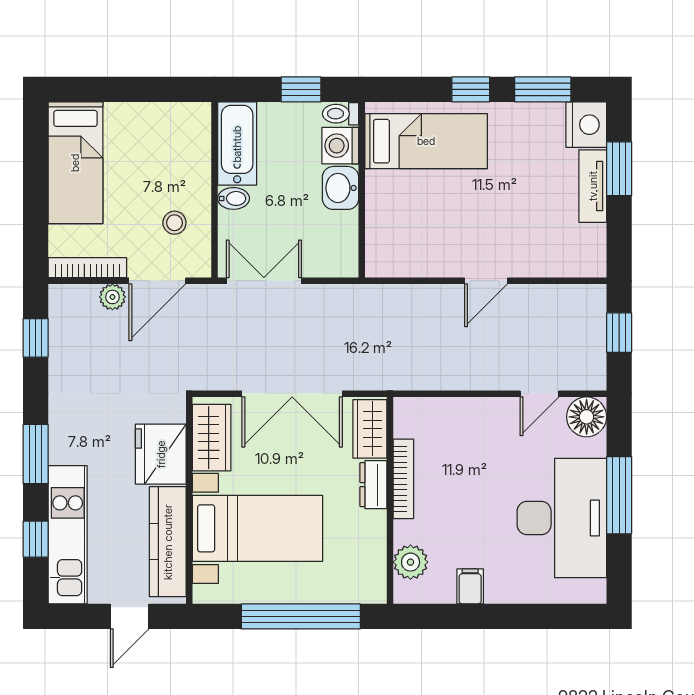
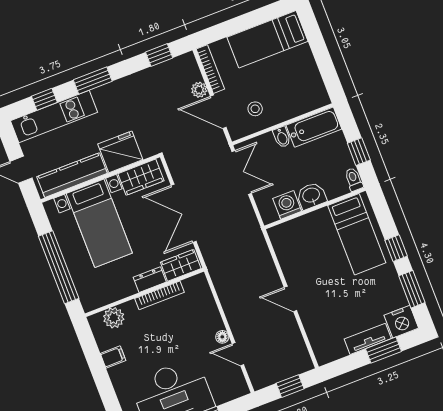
washing machine: (340, 146) -> (287, 205), moved
floor lamp: (587, 417) -> (222, 337), moved, width x0.53, depth x0.53

